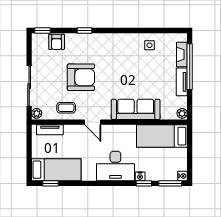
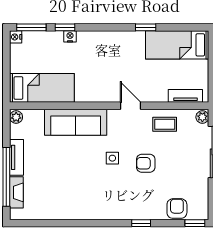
side table: (150, 45) -> (112, 158), moved
armchair: (81, 77) -> (146, 163), width x0.53, depth x0.53
desk: (115, 166) -> (101, 50), removed
window: (51, 183) -> (146, 27), moved

